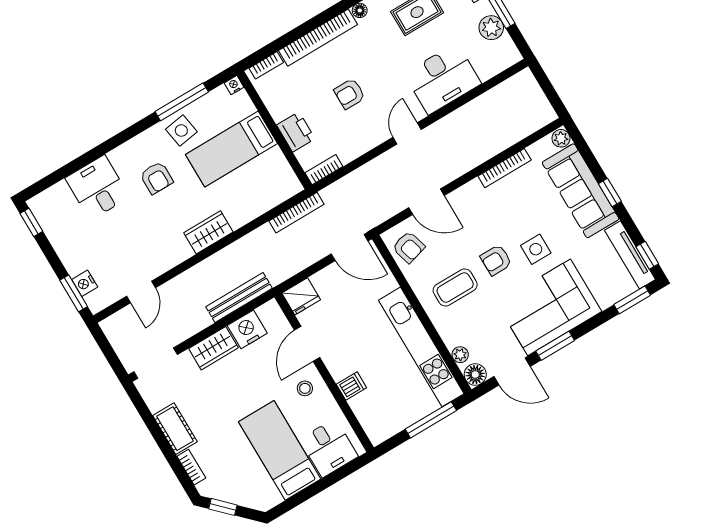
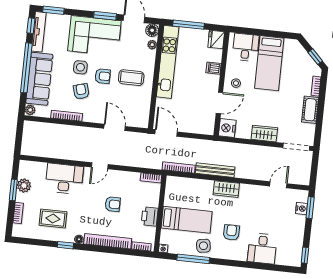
printer: (296, 132) -> (150, 217), moved
window: (610, 192) -> (26, 68), width x3.17
armchair: (409, 247) -> (81, 91), moved
fridge: (301, 296) -> (216, 40), moved, turned -90
bench: (239, 298) -> (215, 170), moved
nightstand: (247, 329) -> (227, 128), moved, turned 90

